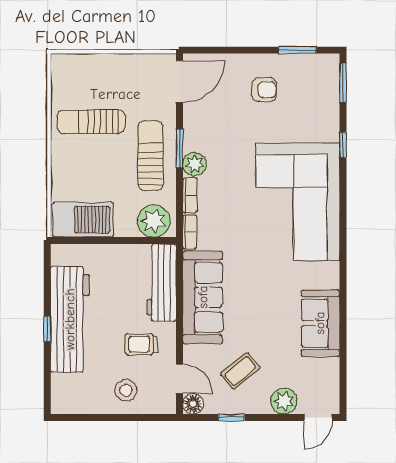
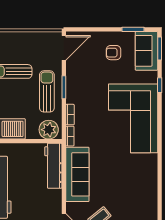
armchair: (264, 90) -> (113, 53), turned 180
plant: (194, 164) -> (73, 96), removed
sofa: (320, 323) -> (147, 51), moved
trolley: (141, 344) -> (42, 202), removed

